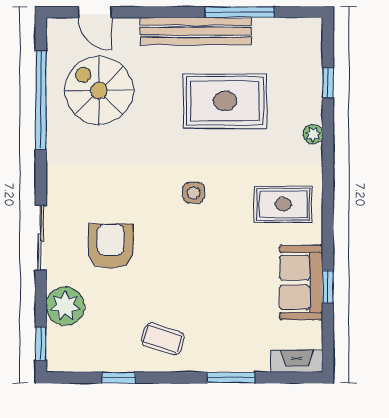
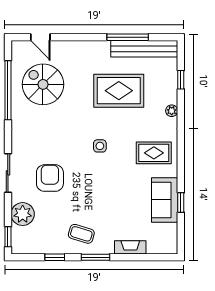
bench: (196, 31) -> (144, 49), moved
fireplace: (297, 361) -> (130, 247), moved
window: (231, 378) -> (95, 257), moved

